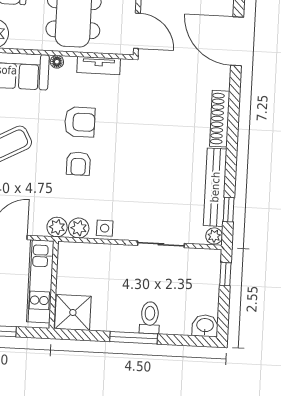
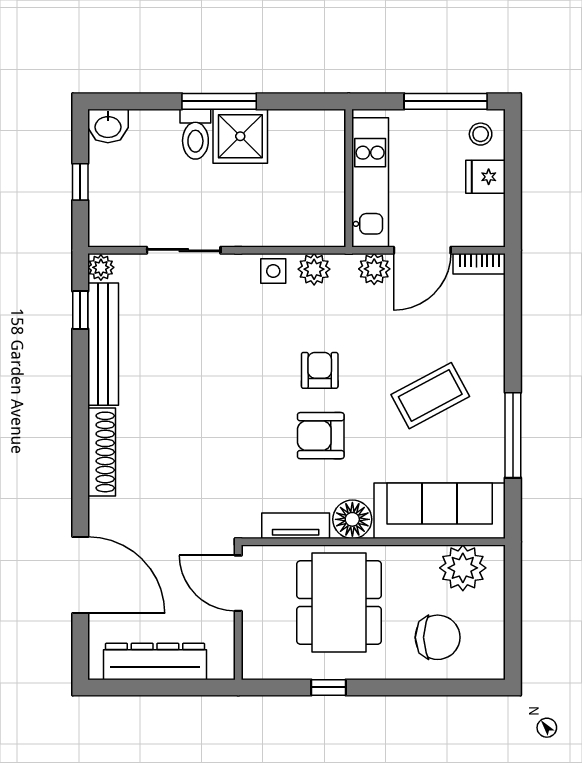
floor lamp: (57, 62) -> (352, 519), width x1.89, depth x1.89
plant: (57, 227) -> (374, 269), moved
window: (225, 274) -> (80, 182), moved
shower: (73, 312) -> (240, 136), moved

